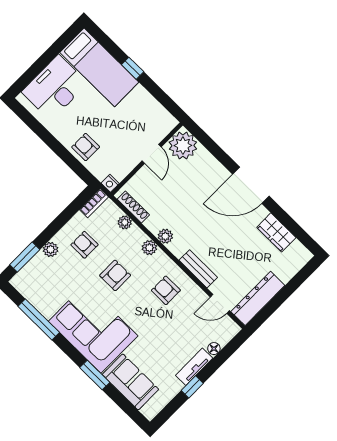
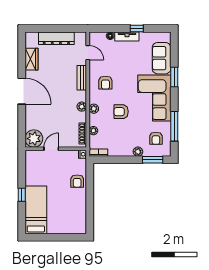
desk: (55, 88) -> (64, 221), removed
armchair: (84, 245) -> (156, 138), moved
dresser: (258, 298) -> (56, 38), moved

